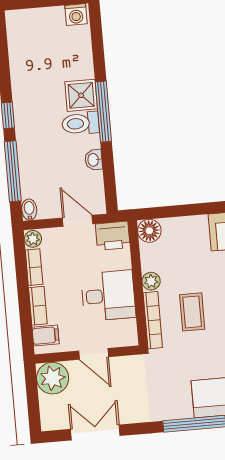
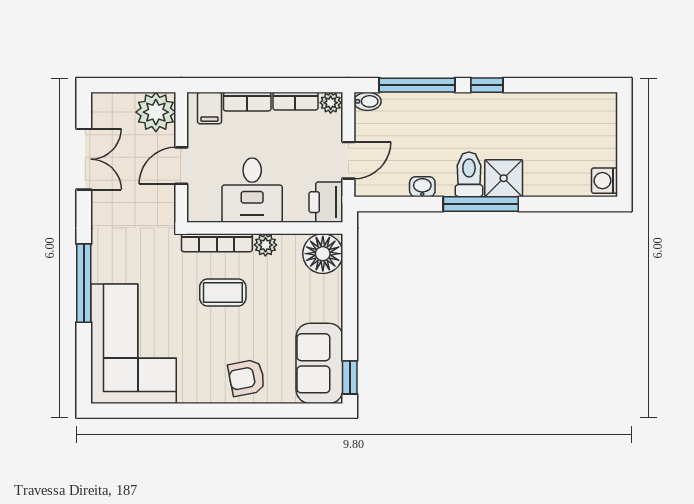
floor lamp: (149, 231) -> (323, 254), width x1.38, depth x1.38

